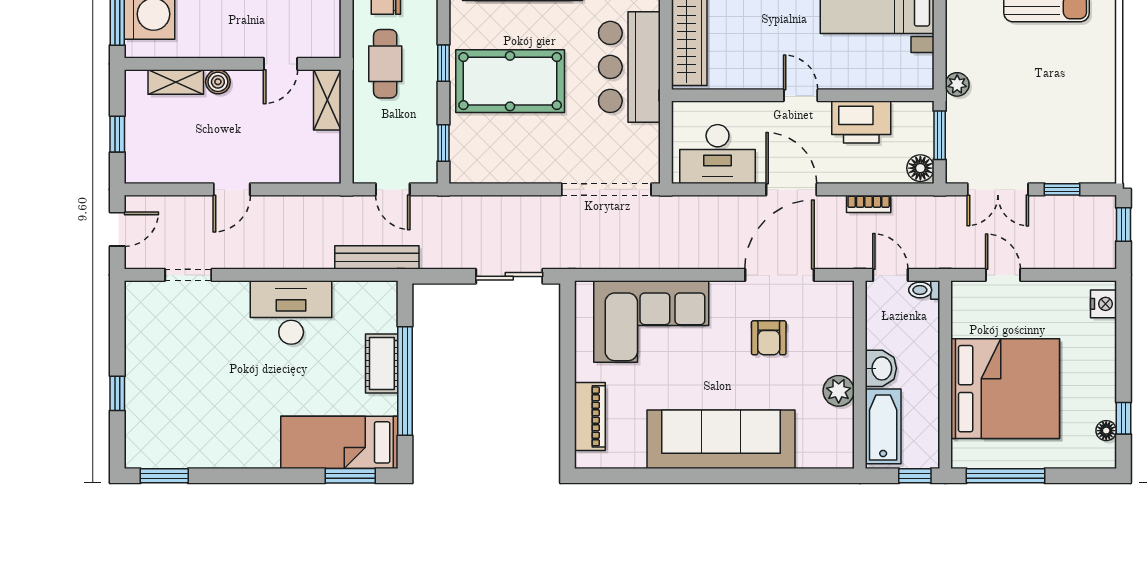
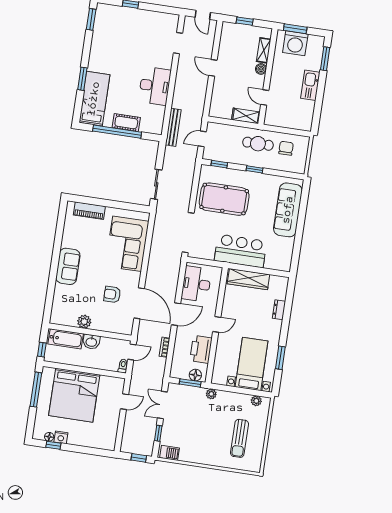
pool table: (510, 81) -> (224, 199), moved, turned 90
barbecue: (1102, 158) -> (169, 453), added
floor lamp: (920, 168) -> (195, 375), moved
nightstand: (1103, 304) -> (61, 437), moved
sofa: (721, 439) -> (68, 266), width x0.54, depth x0.79
window: (350, 476) -> (82, 79), moved

